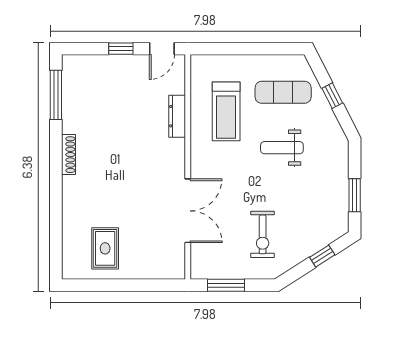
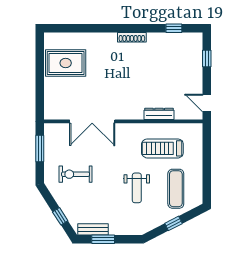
window: (121, 49) -> (207, 59), moved
window: (56, 95) -> (174, 28), width x0.46
weight bench: (282, 148) -> (137, 188), turned 180
bench: (341, 210) -> (93, 229), added
rug: (105, 248) -> (66, 63), width x1.36, depth x1.43

